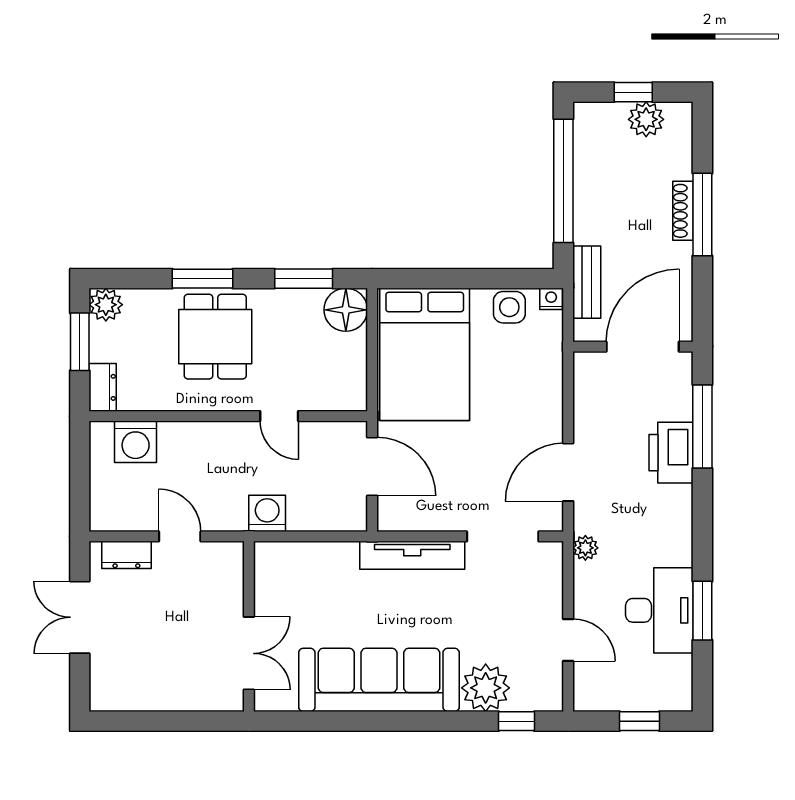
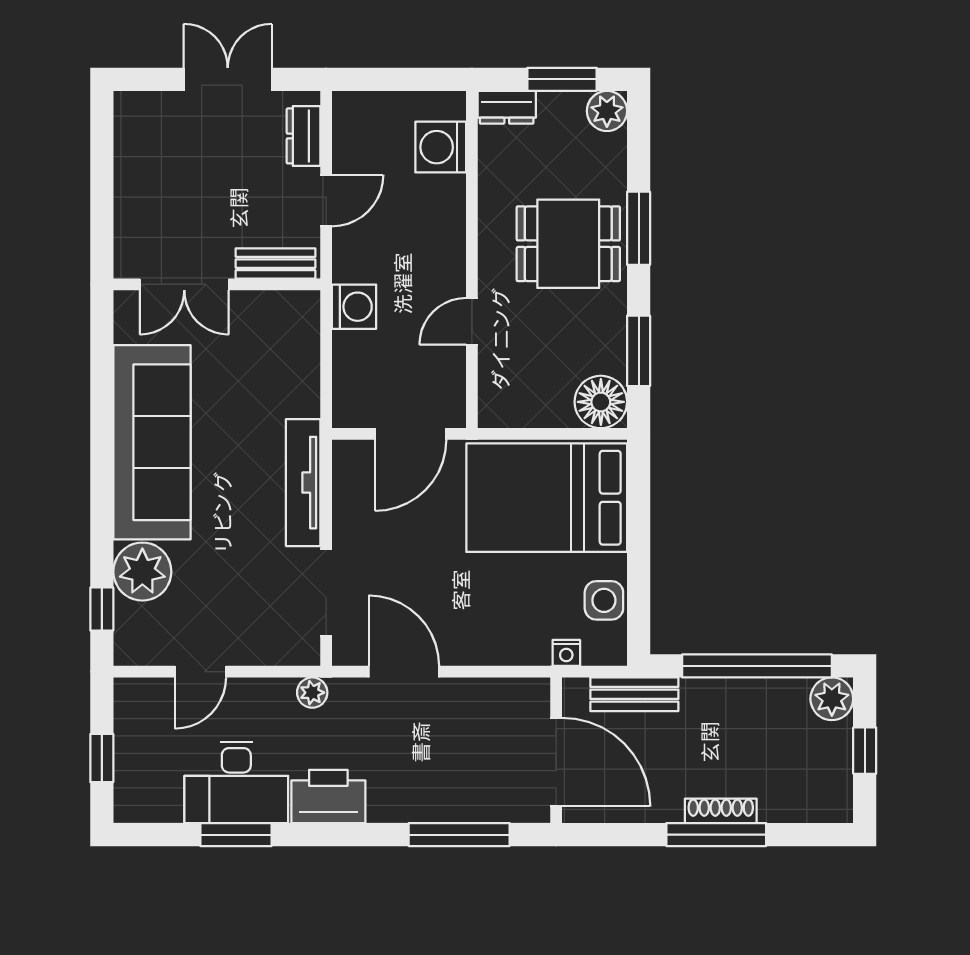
plant: (646, 119) -> (832, 699), moved
nightstand: (551, 299) -> (566, 653), moved, turned 90
printer: (671, 453) -> (328, 796), moved
bench: (232, 578) -> (276, 264), added

